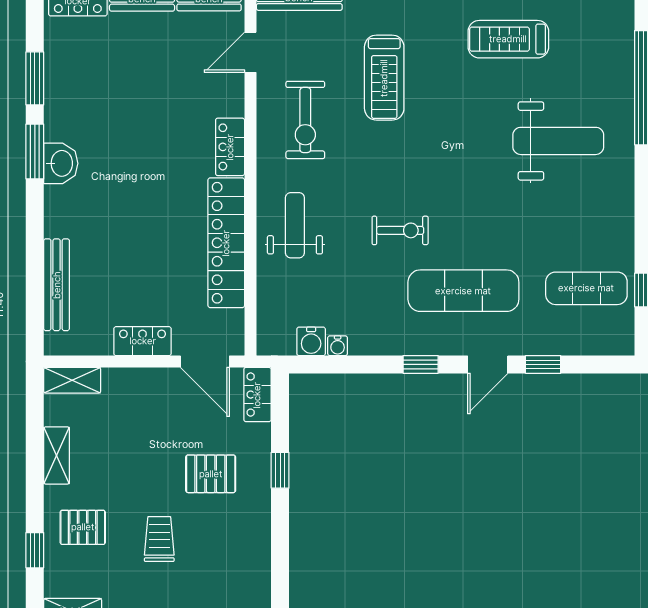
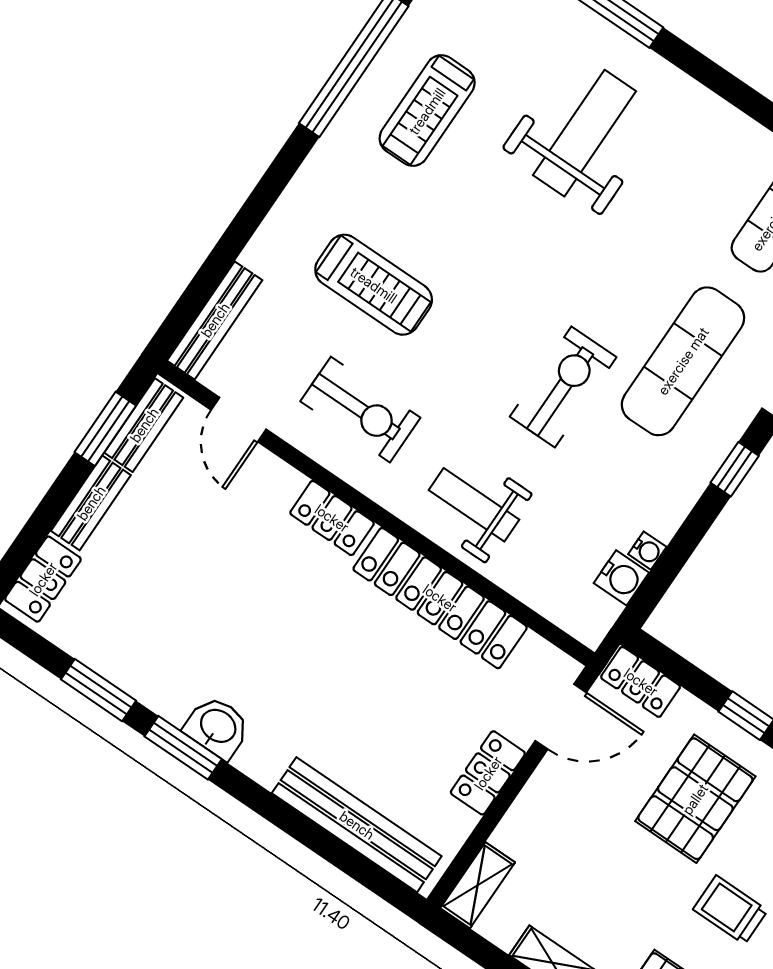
exercise bike: (400, 230) -> (563, 387), width x1.38, depth x1.39
bench: (57, 285) -> (357, 825), width x1.37, depth x1.21
pallet: (211, 474) -> (695, 799), width x1.50, depth x1.42

